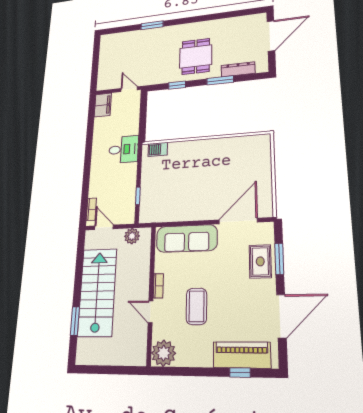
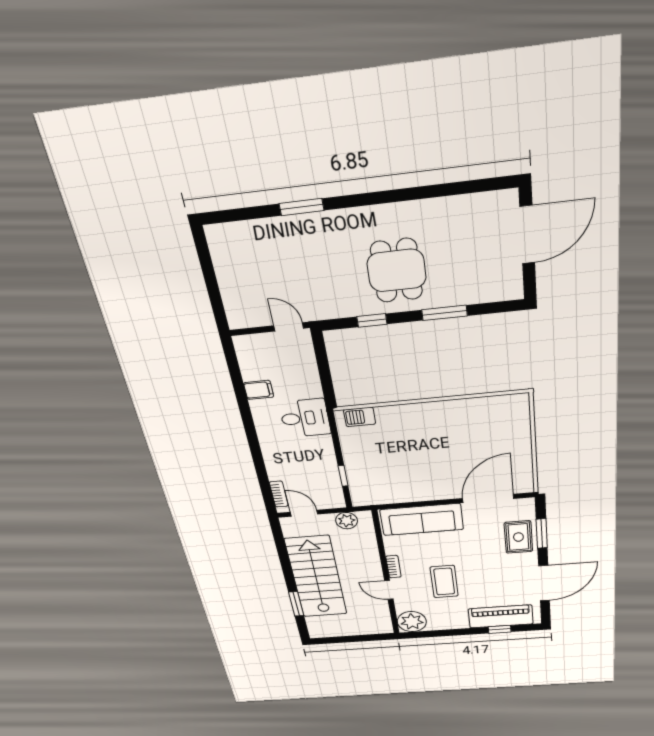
dresser: (238, 69) -> (473, 294), removed
filing cabinet: (103, 105) -> (259, 390), moved, width x0.50

